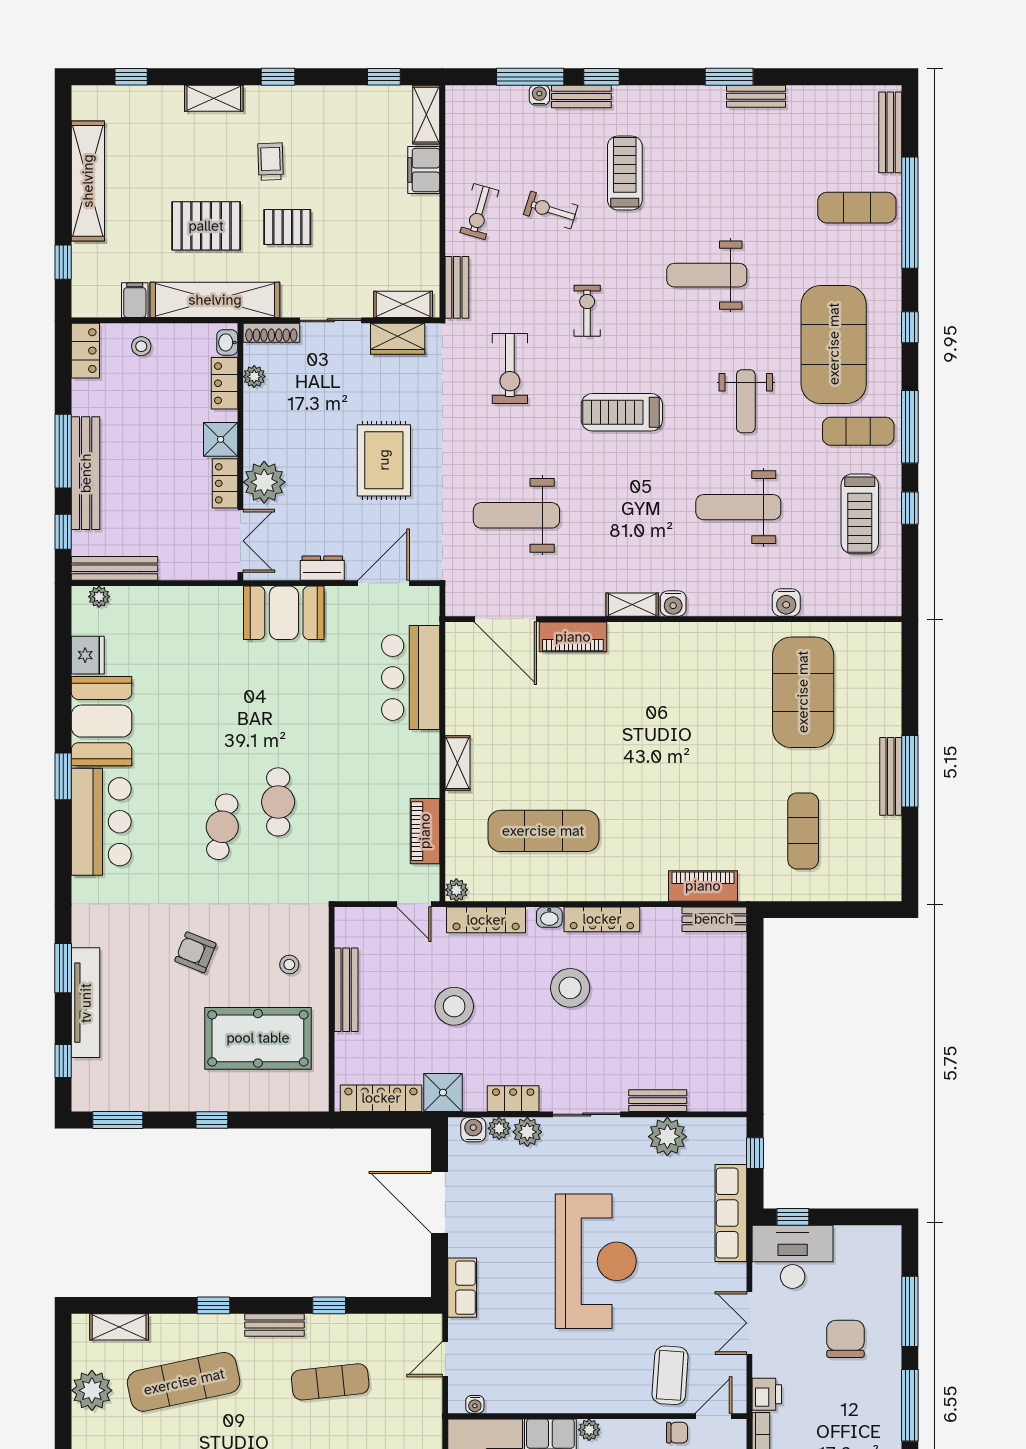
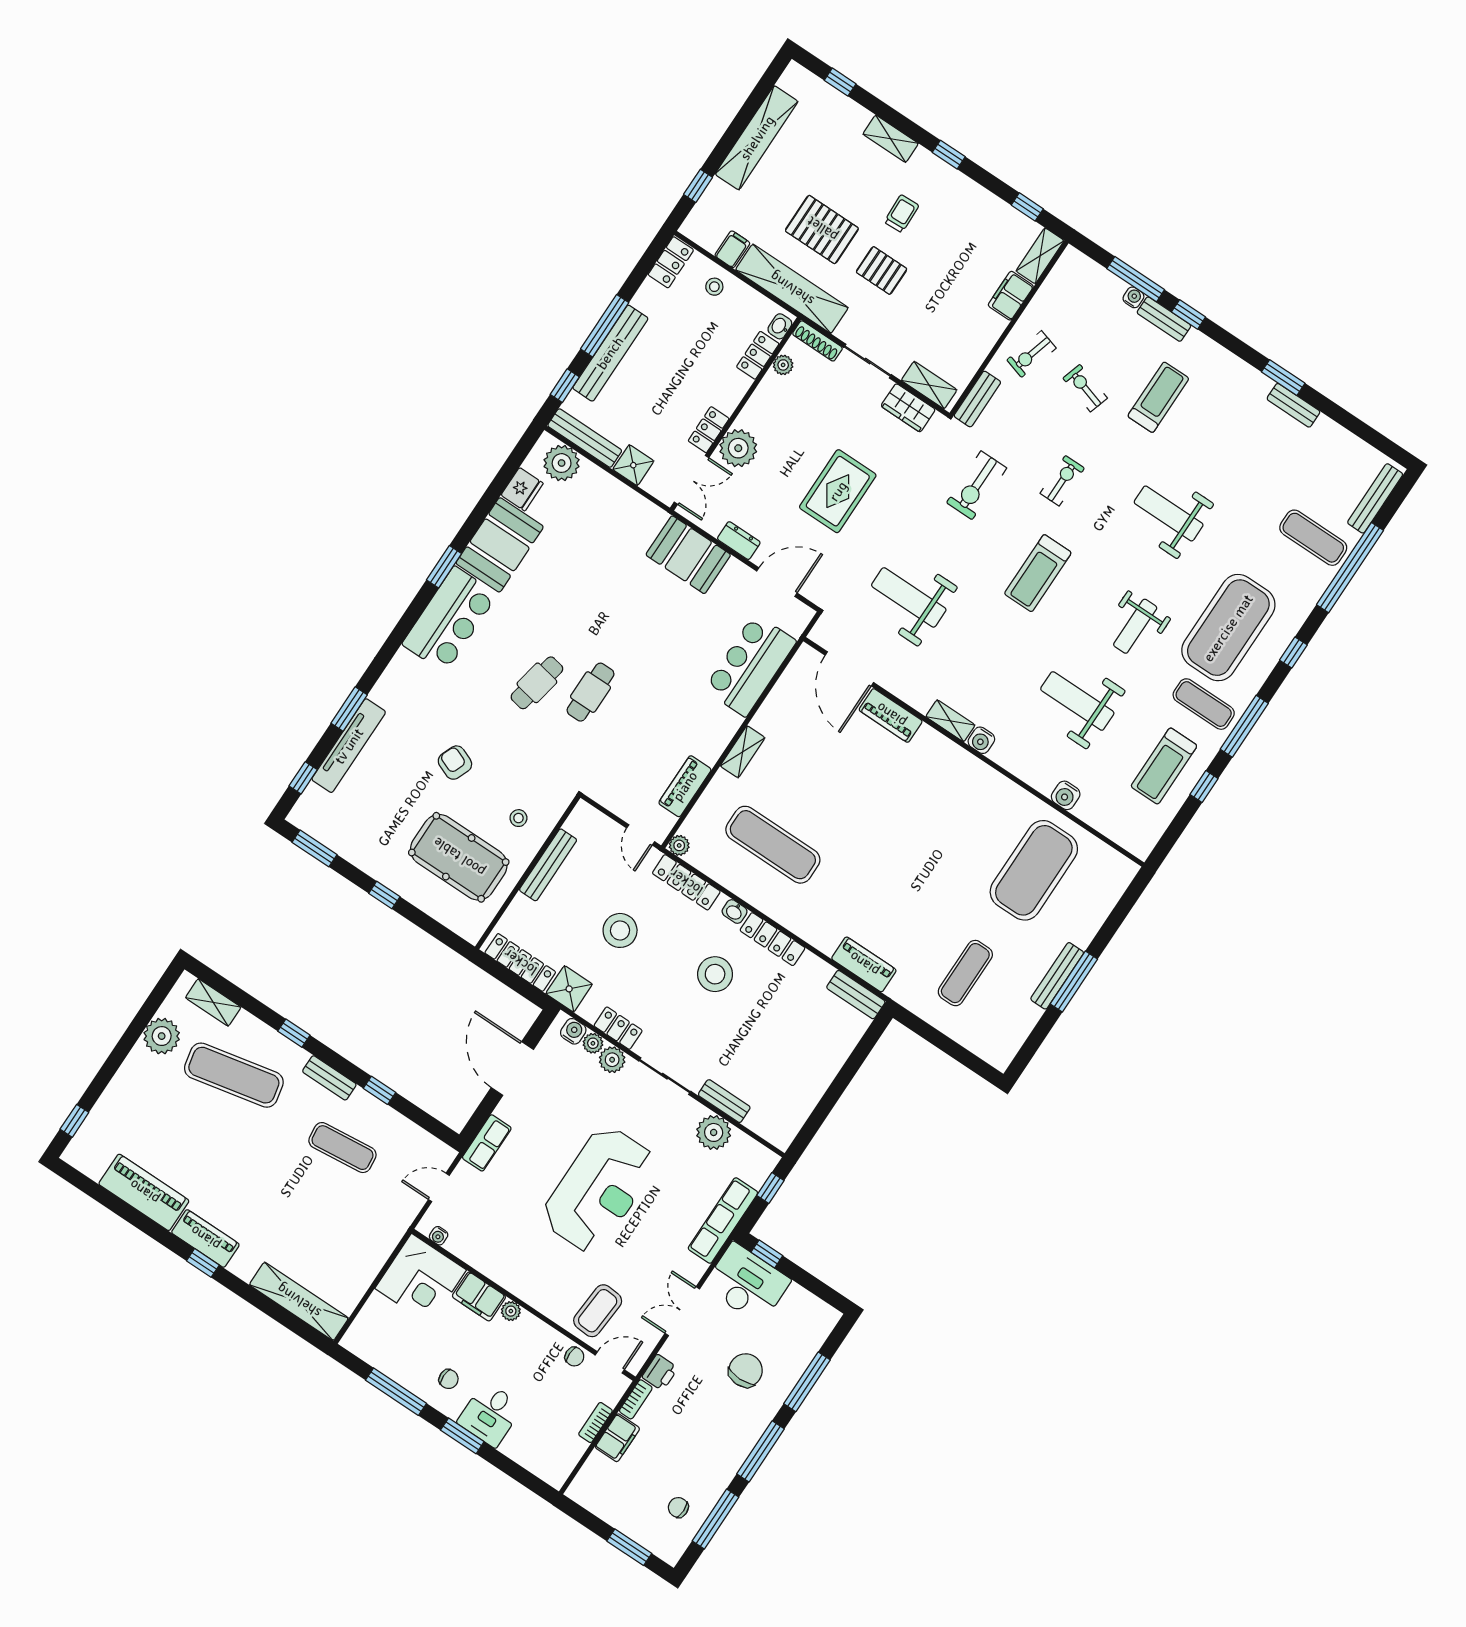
treadmill: (622, 412) -> (1038, 573), turned -90
shower: (221, 439) -> (633, 465), moved
plant: (99, 597) -> (562, 463), width x1.88, depth x1.88

